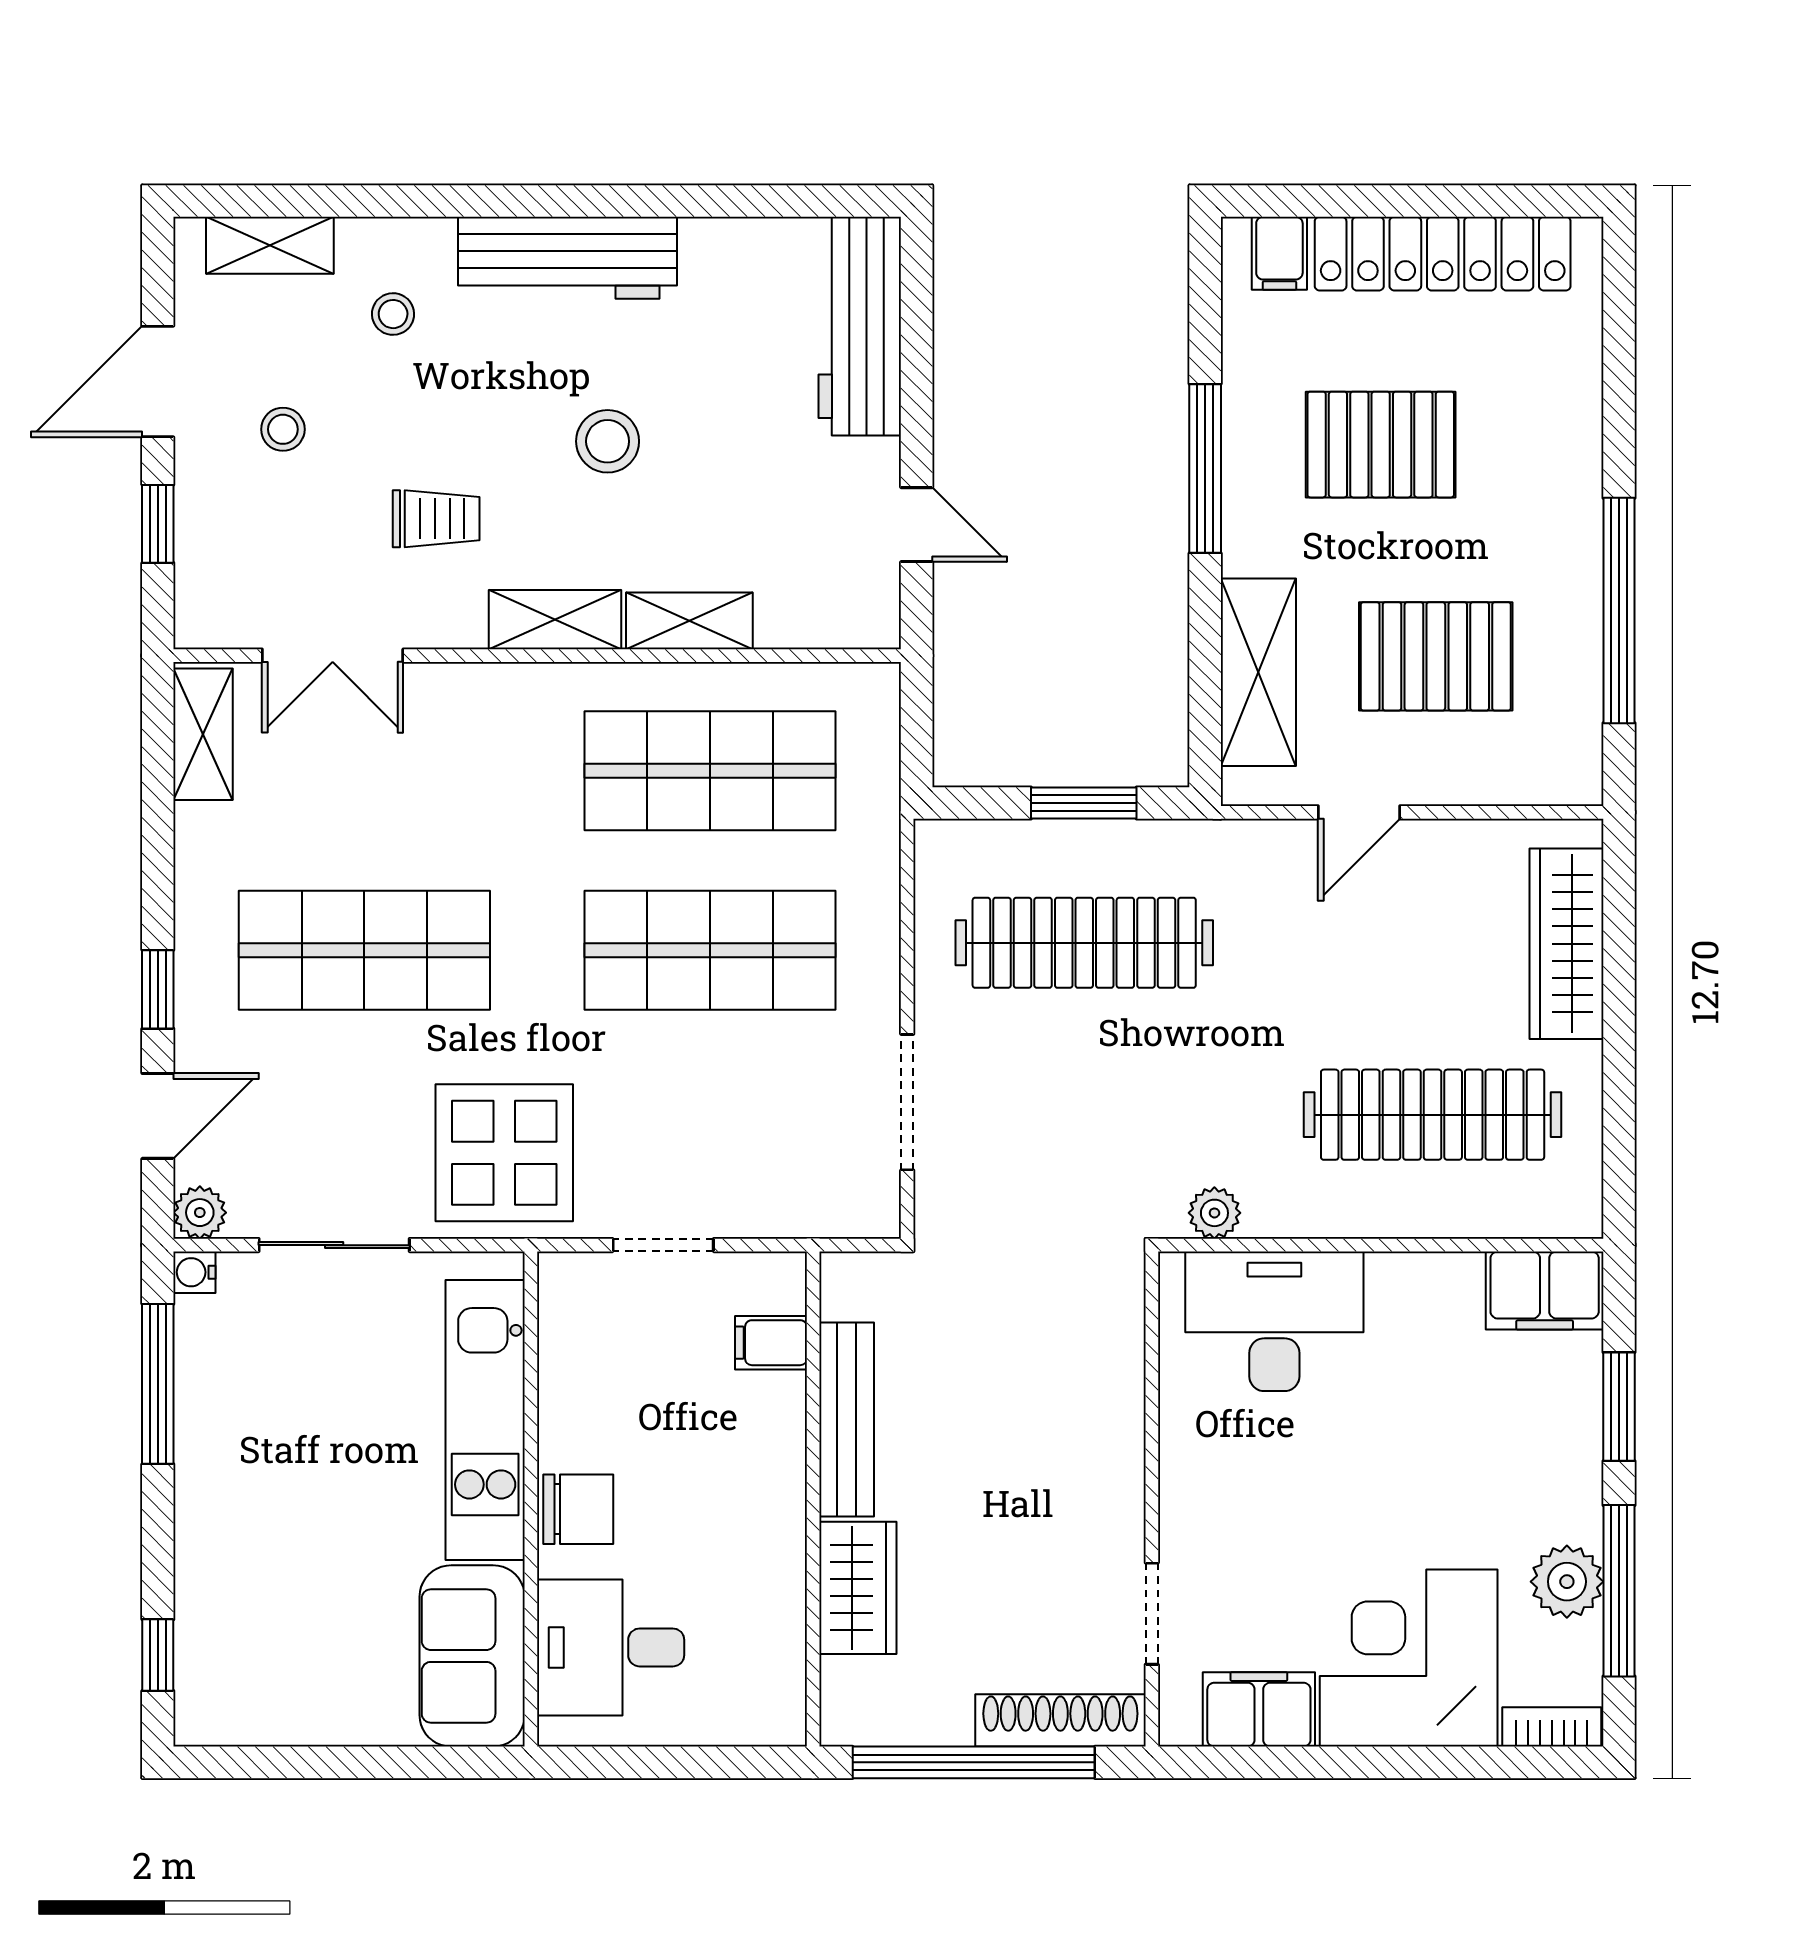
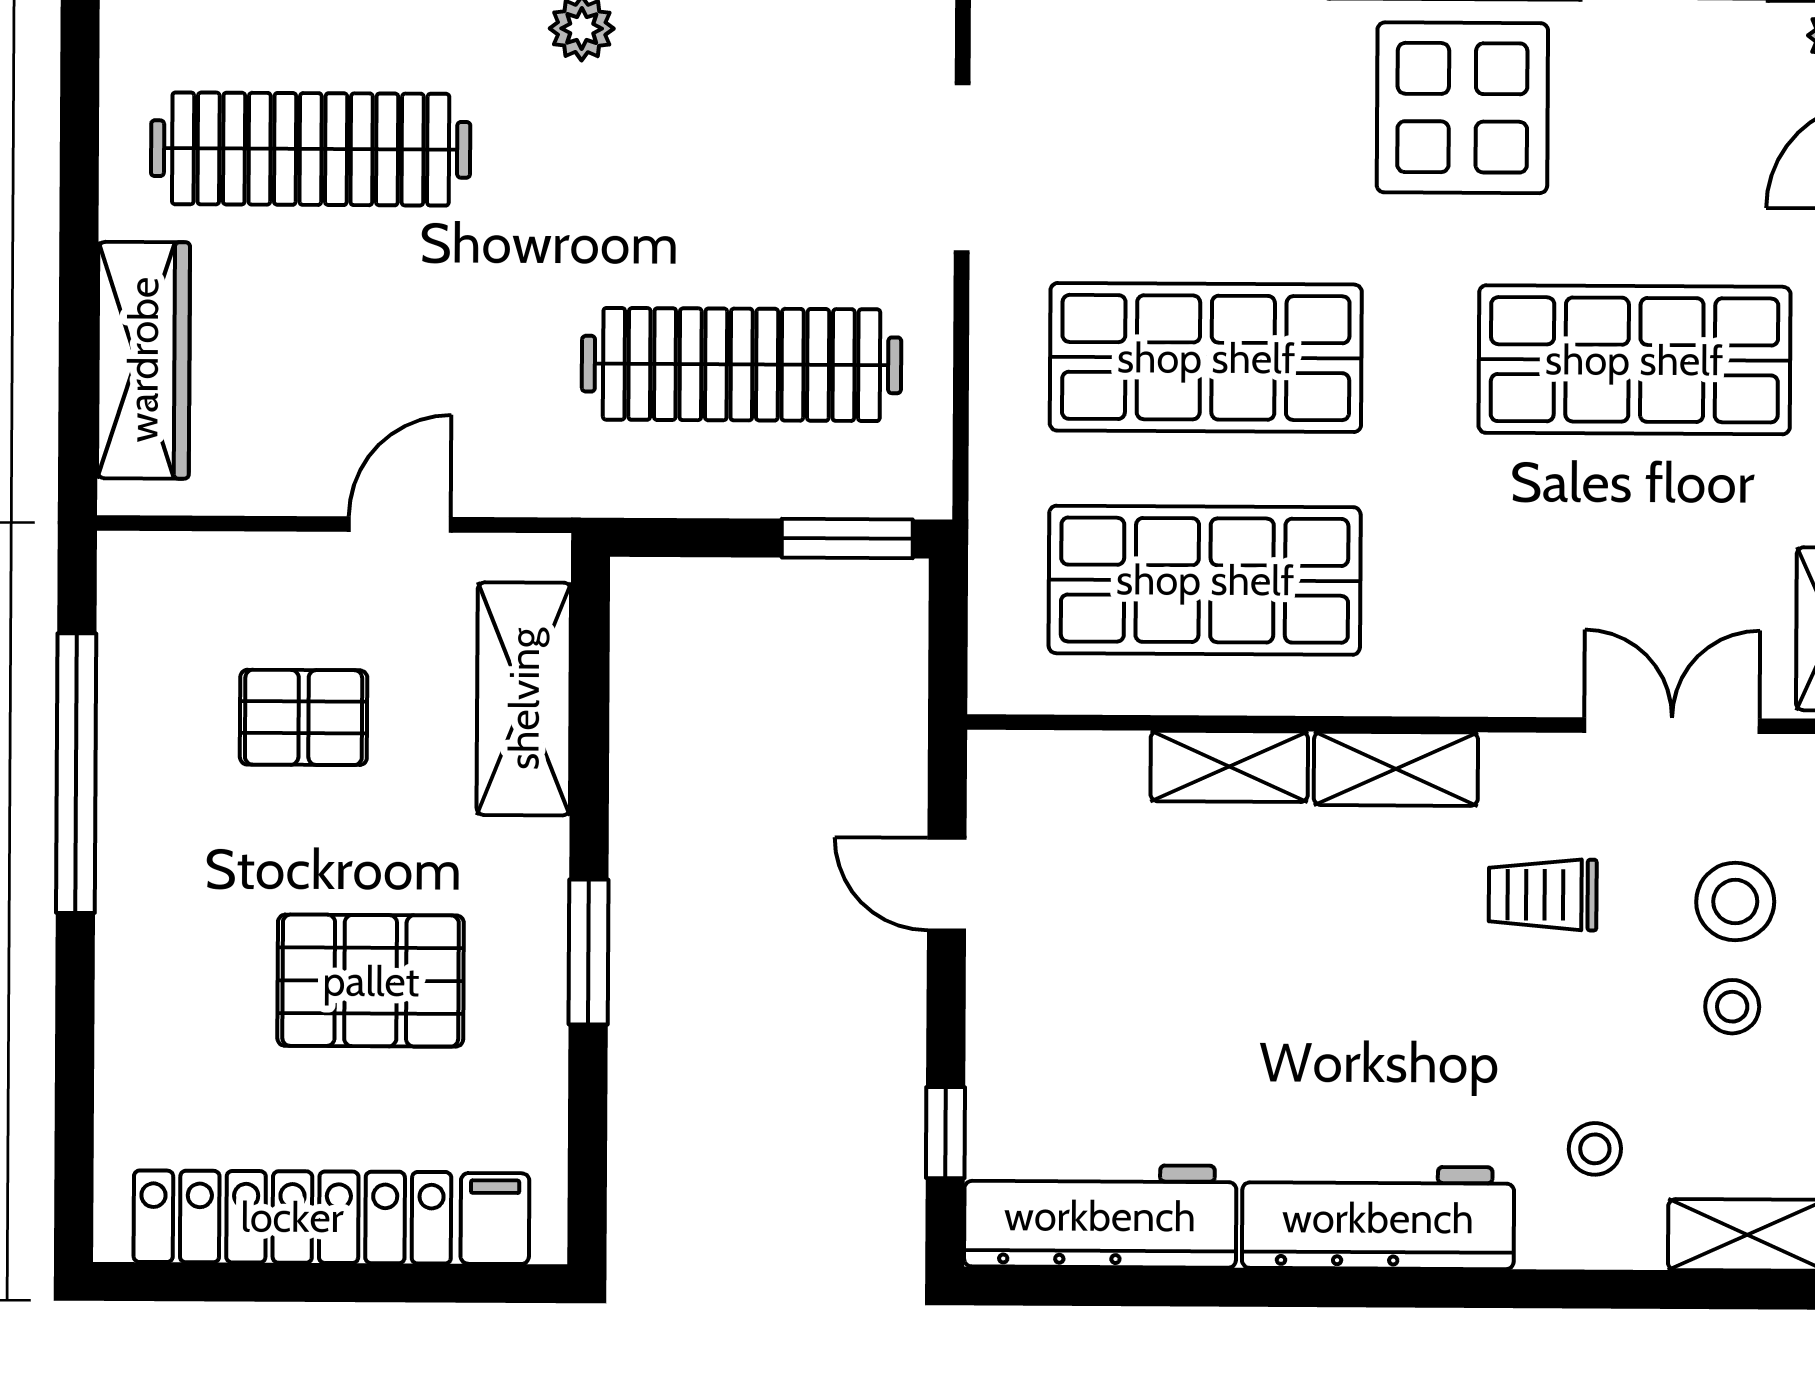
window: (917, 324) -> (945, 1133), added
workbench: (860, 326) -> (1100, 1216), moved, turned -90
stool: (608, 441) -> (1735, 902), moved
window: (1205, 468) -> (589, 952), width x0.69
pallet: (1436, 656) -> (304, 717), width x0.67, depth x0.71
window: (1084, 803) -> (847, 538), moved

